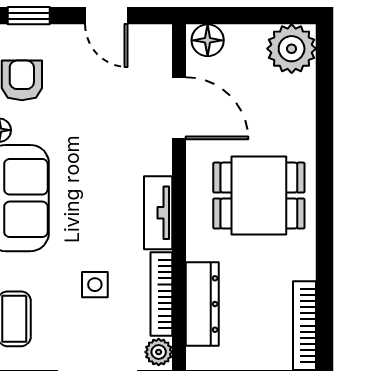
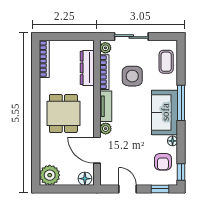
plant: (158, 160) -> (106, 129), added
dining table: (259, 196) -> (63, 113), turned 90
side table: (95, 285) -> (132, 76), width x1.87, depth x1.87

